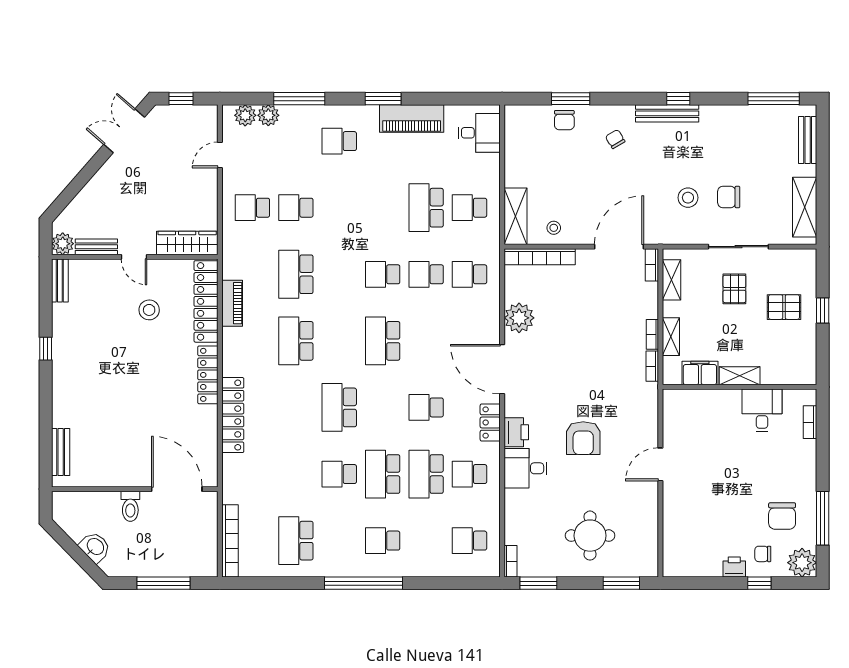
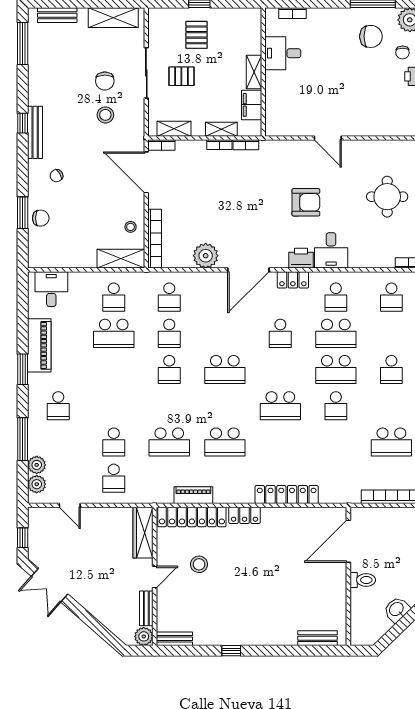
locker: (208, 375) -> (245, 515), width x0.66

